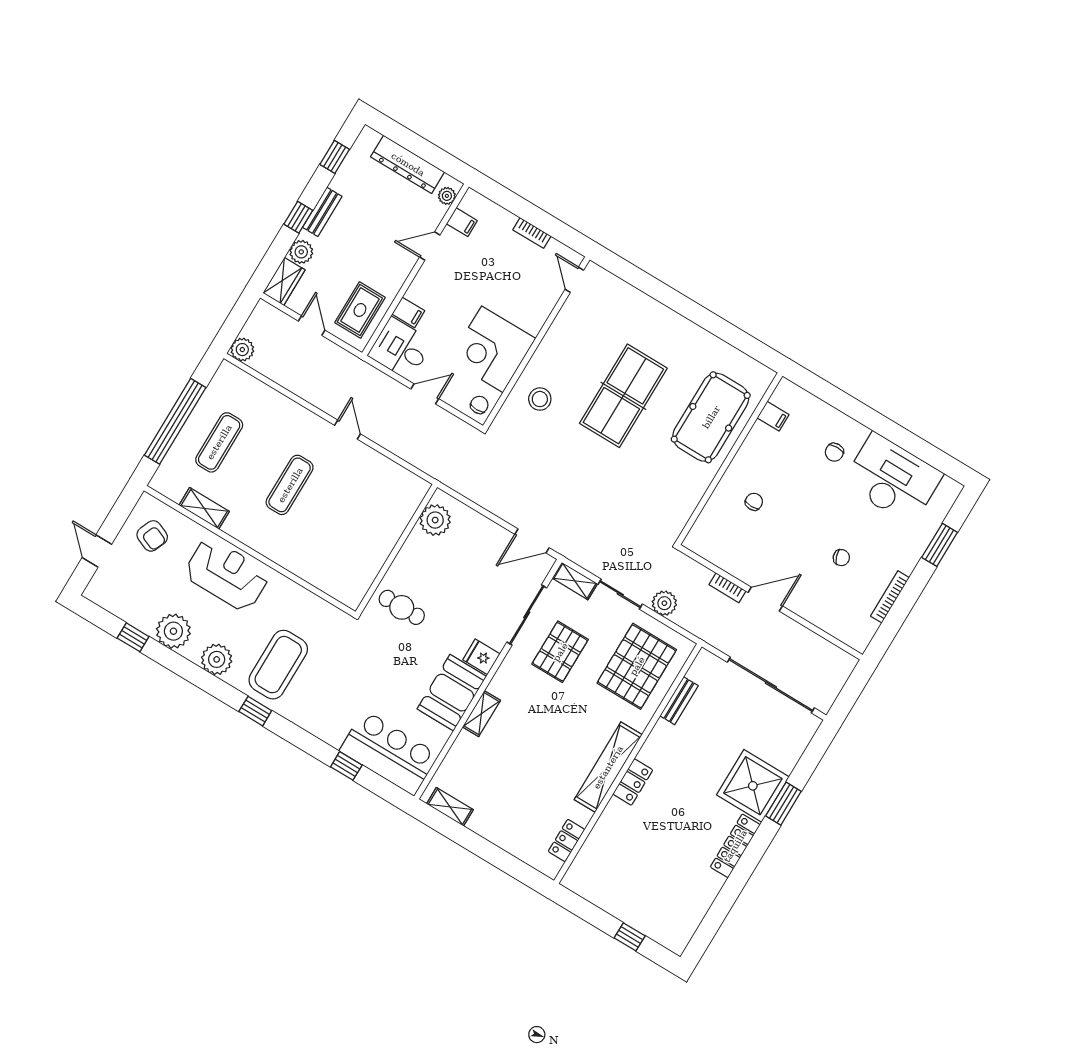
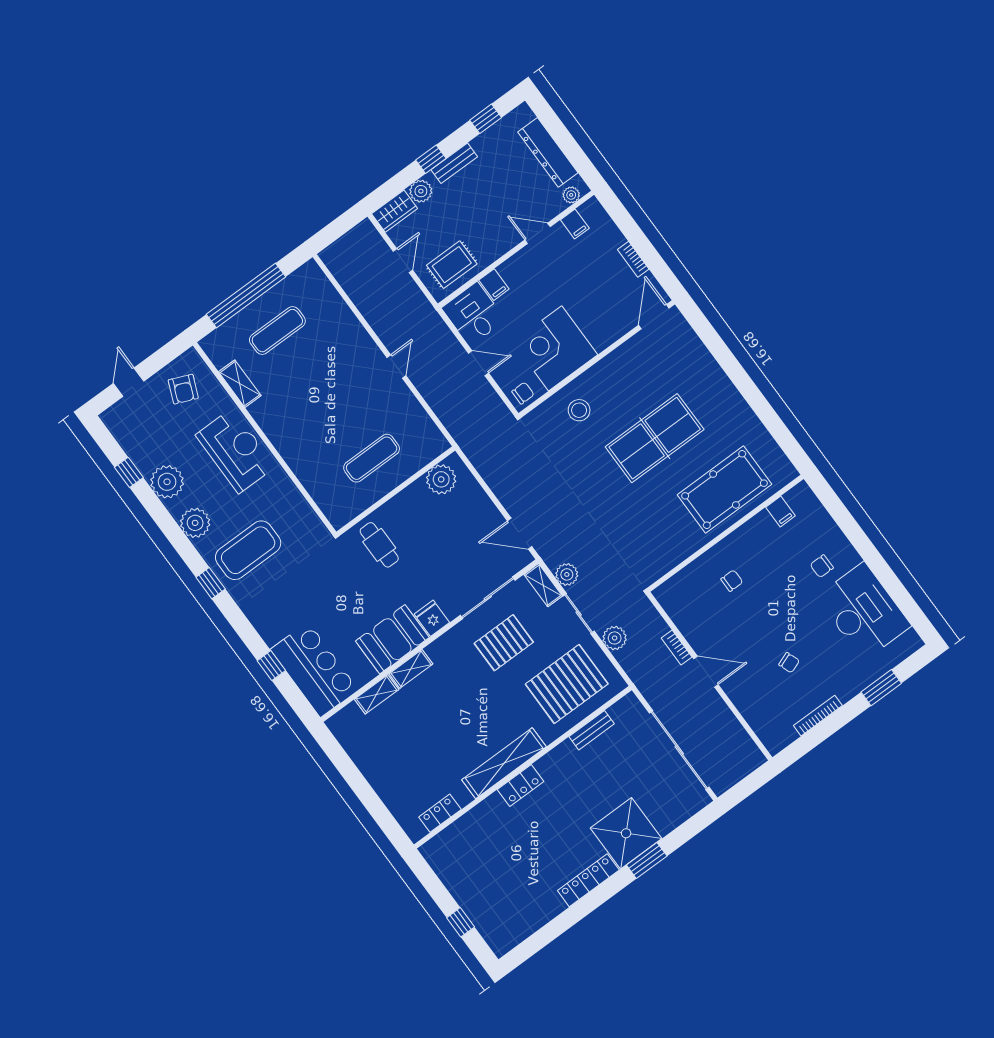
door: (574, 280) -> (654, 317), width x1.38
plant: (242, 350) -> (567, 574), moved
exercise mat: (290, 485) -> (372, 458), moved
shelving: (450, 807) -> (377, 694), moved, turned 90

